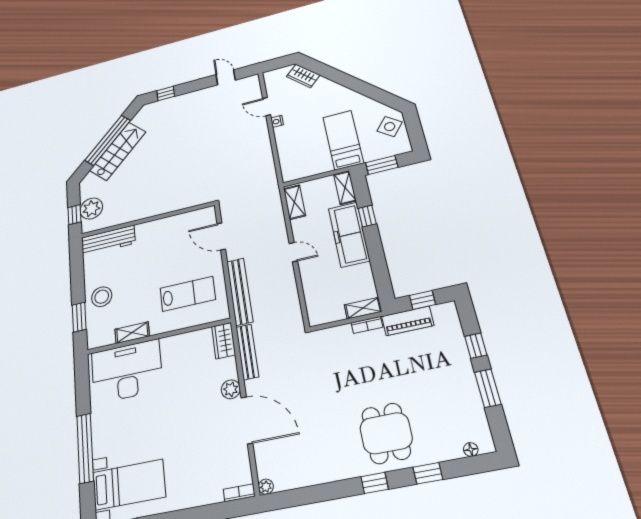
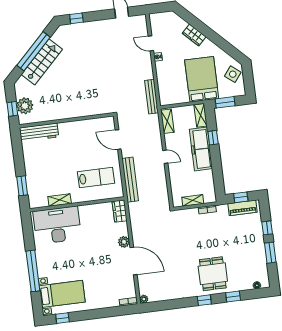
wardrobe: (303, 76) -> (194, 35), moved
bed: (343, 140) -> (202, 79), width x1.50
stool: (102, 297) -> (37, 173), removed
shelving: (363, 308) -> (193, 200), moved
piano: (408, 321) -> (242, 208), moved
bench: (247, 352) -> (151, 97), moved

